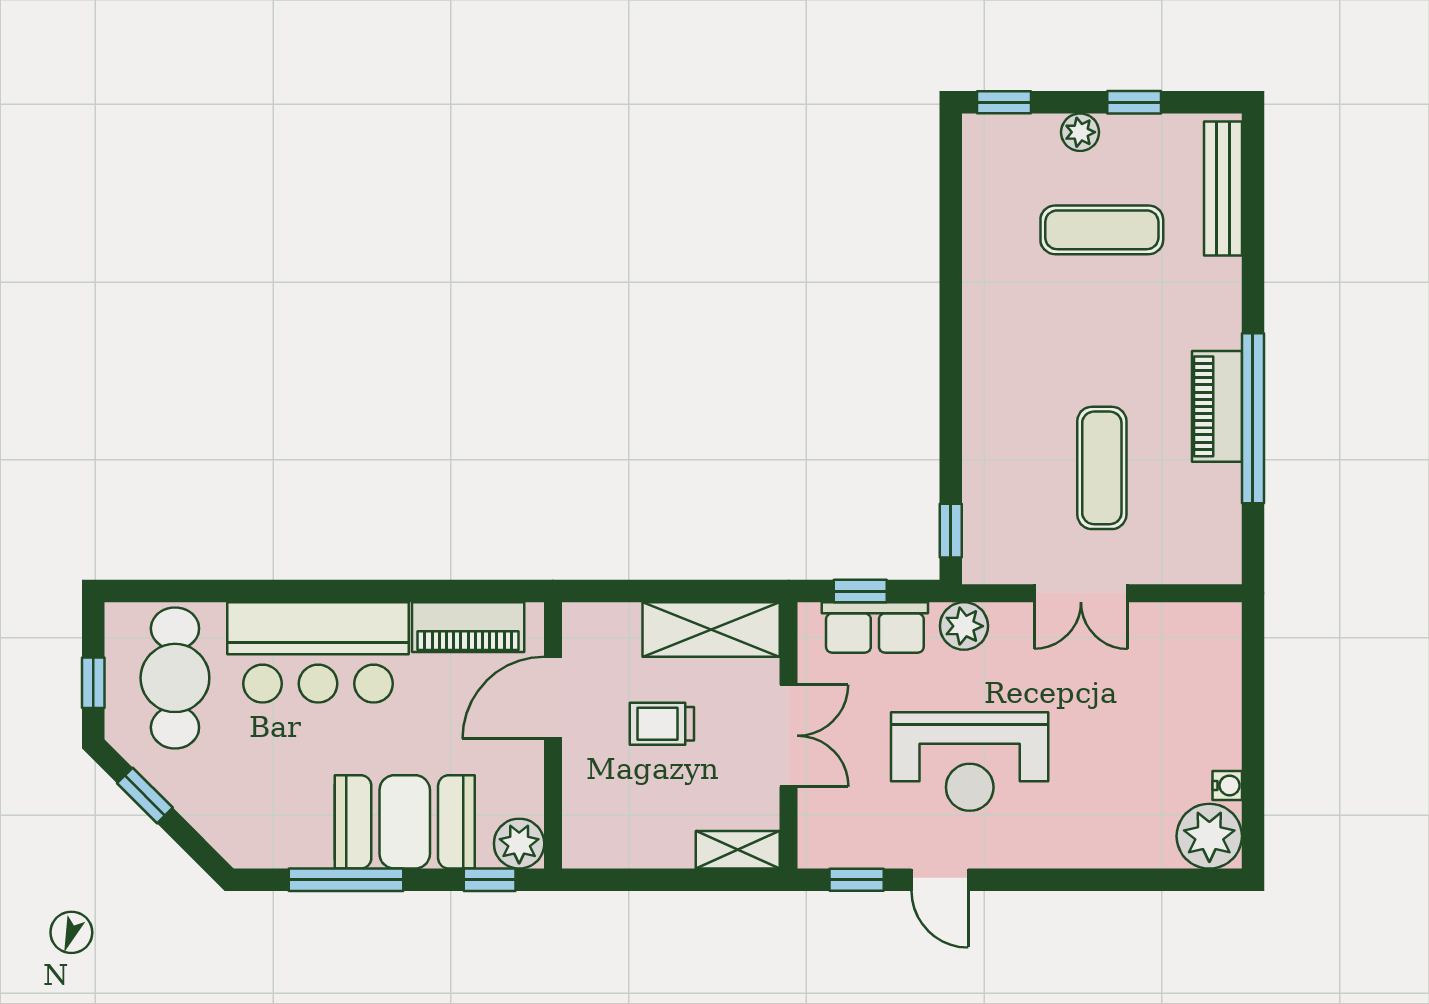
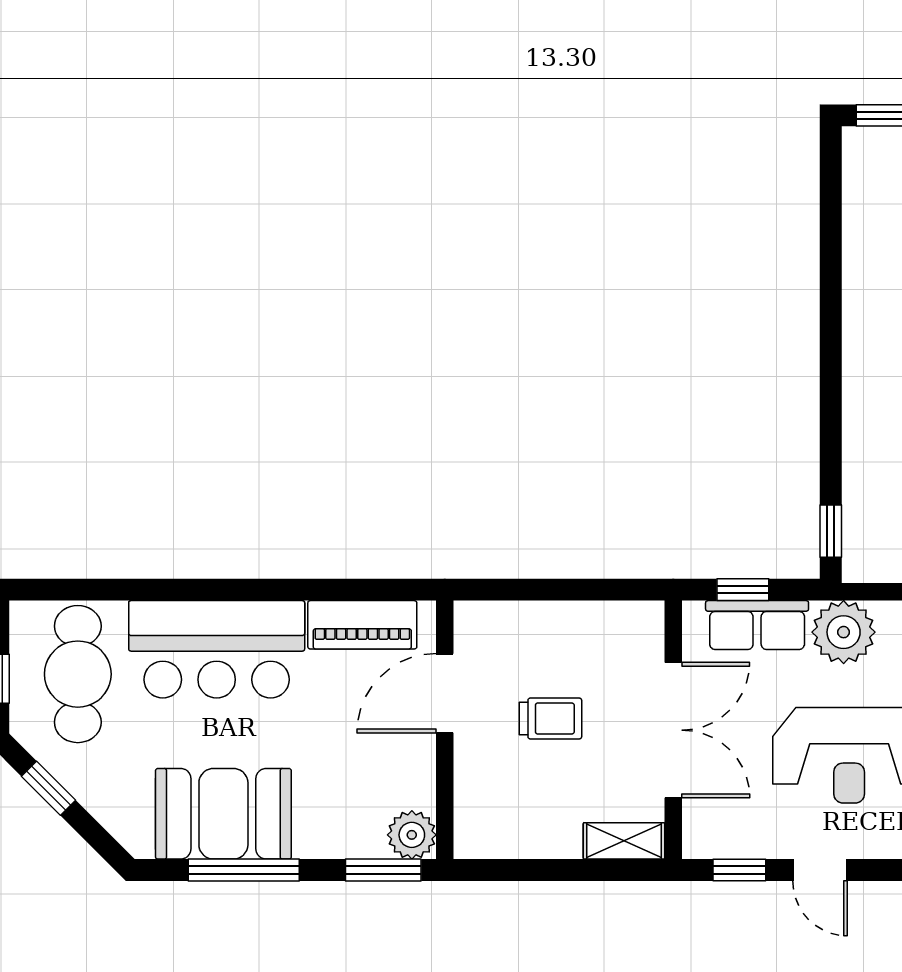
plant: (964, 626) -> (844, 632), width x1.36, depth x1.36
shelving: (711, 630) -> (598, 627), removed
trolley: (662, 724) -> (550, 719), turned 180
double door: (789, 736) -> (673, 730), width x1.37
booth: (405, 822) -> (223, 814), moved
window: (490, 880) -> (383, 870), width x1.50

